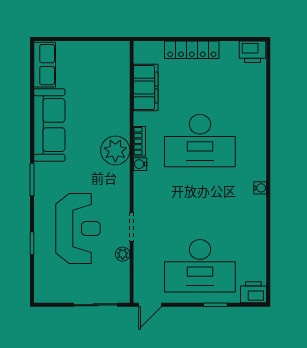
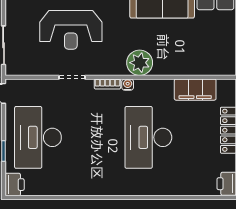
bookcase: (139, 141) -> (107, 84), moved
water cooler: (260, 188) -> (107, 190), removed
plant: (123, 254) -> (48, 69), removed

